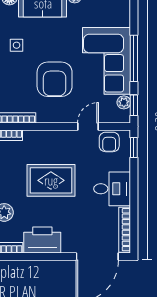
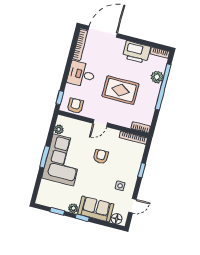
window: (134, 58) -> (45, 157), width x0.69
armchair: (55, 79) -> (101, 157), width x0.53, depth x0.53
window: (134, 105) -> (53, 126), removed
door: (88, 126) -> (100, 123), moved

